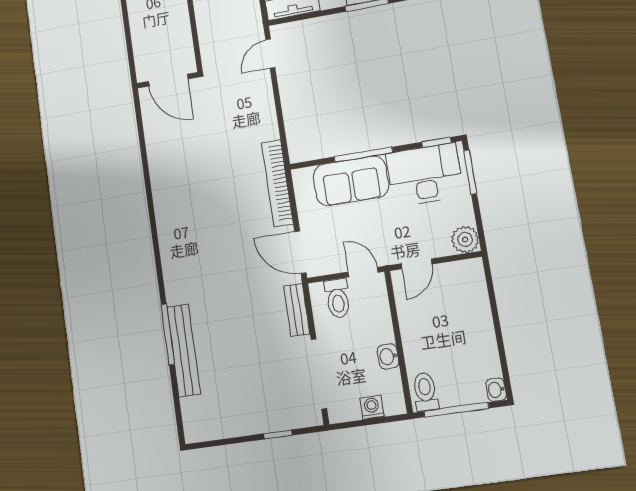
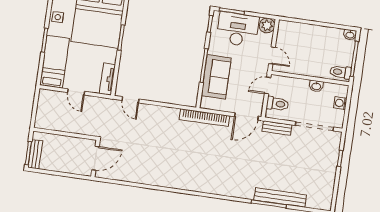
wall: (167, 80) -> (95, 159), moved
door: (168, 80) -> (96, 158), moved
desk: (425, 175) -> (238, 29), moved, turned 90

